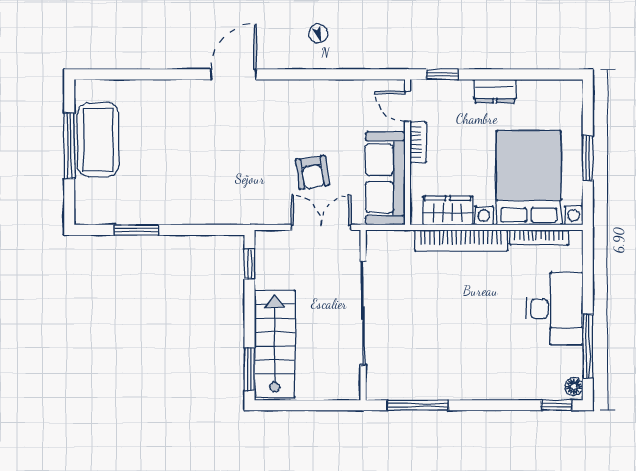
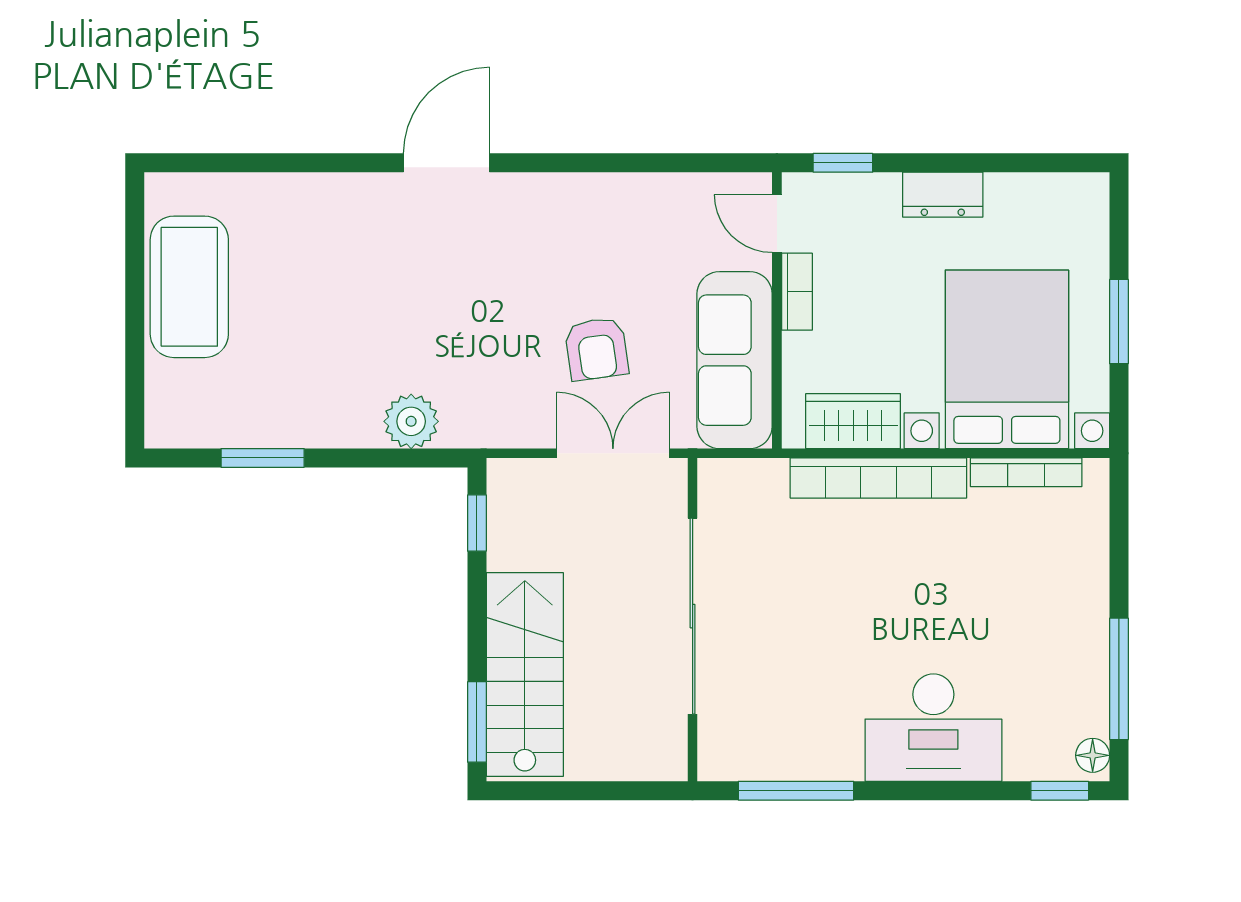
window: (69, 146) -> (135, 299), removed
plant: (215, 211) -> (411, 421), added
desk: (555, 309) -> (933, 728), moved, turned 90

